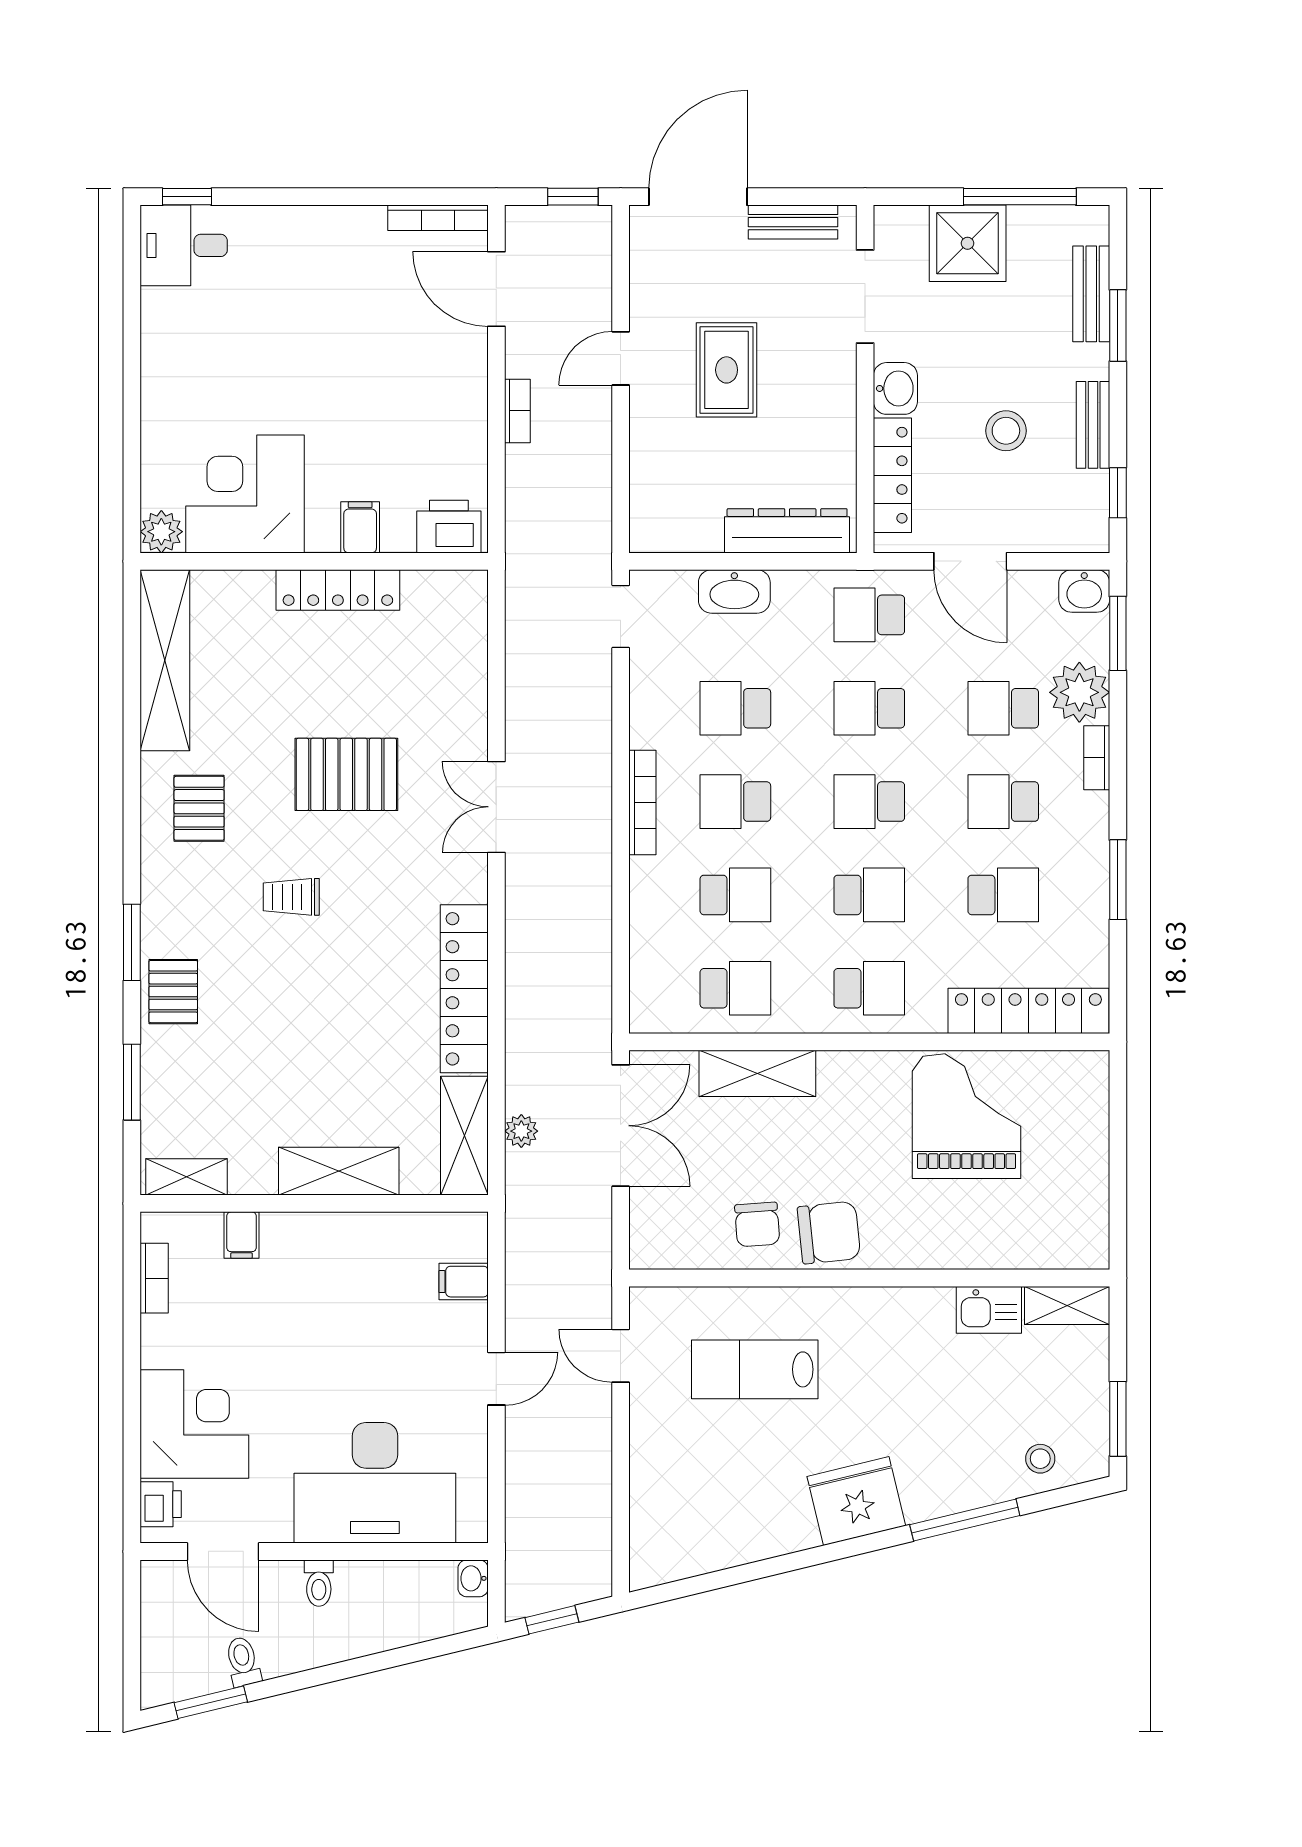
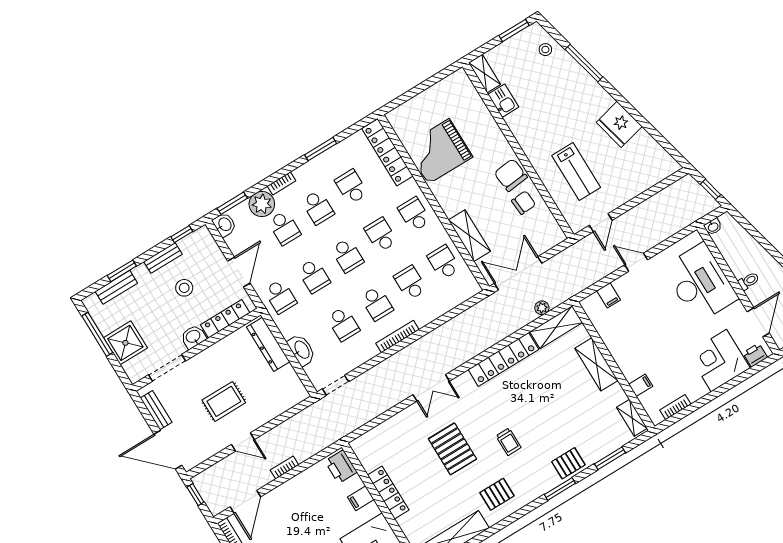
fridge: (856, 1501) -> (619, 124), moved

